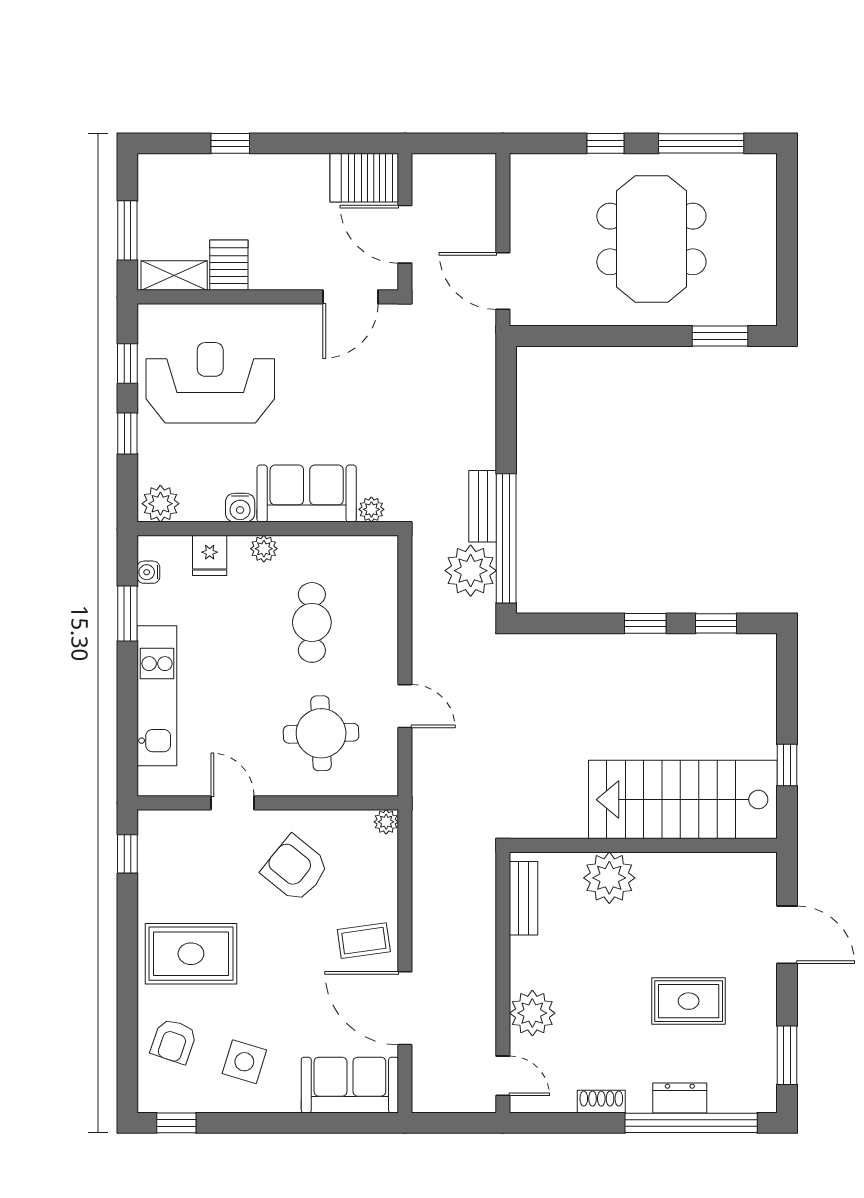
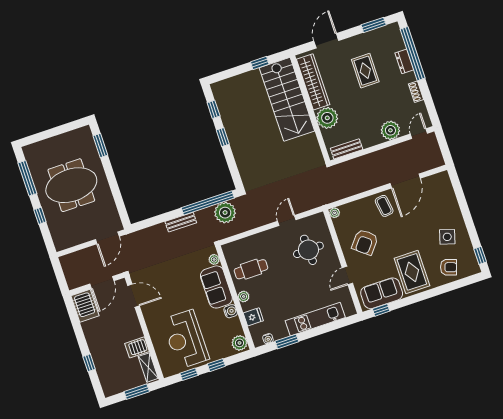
bench: (483, 506) -> (181, 222), moved
cafe table: (312, 622) -> (251, 269), moved
wardrobe: (703, 873) -> (313, 82), added
sofa: (350, 1085) -> (382, 293), moved, turned 90

